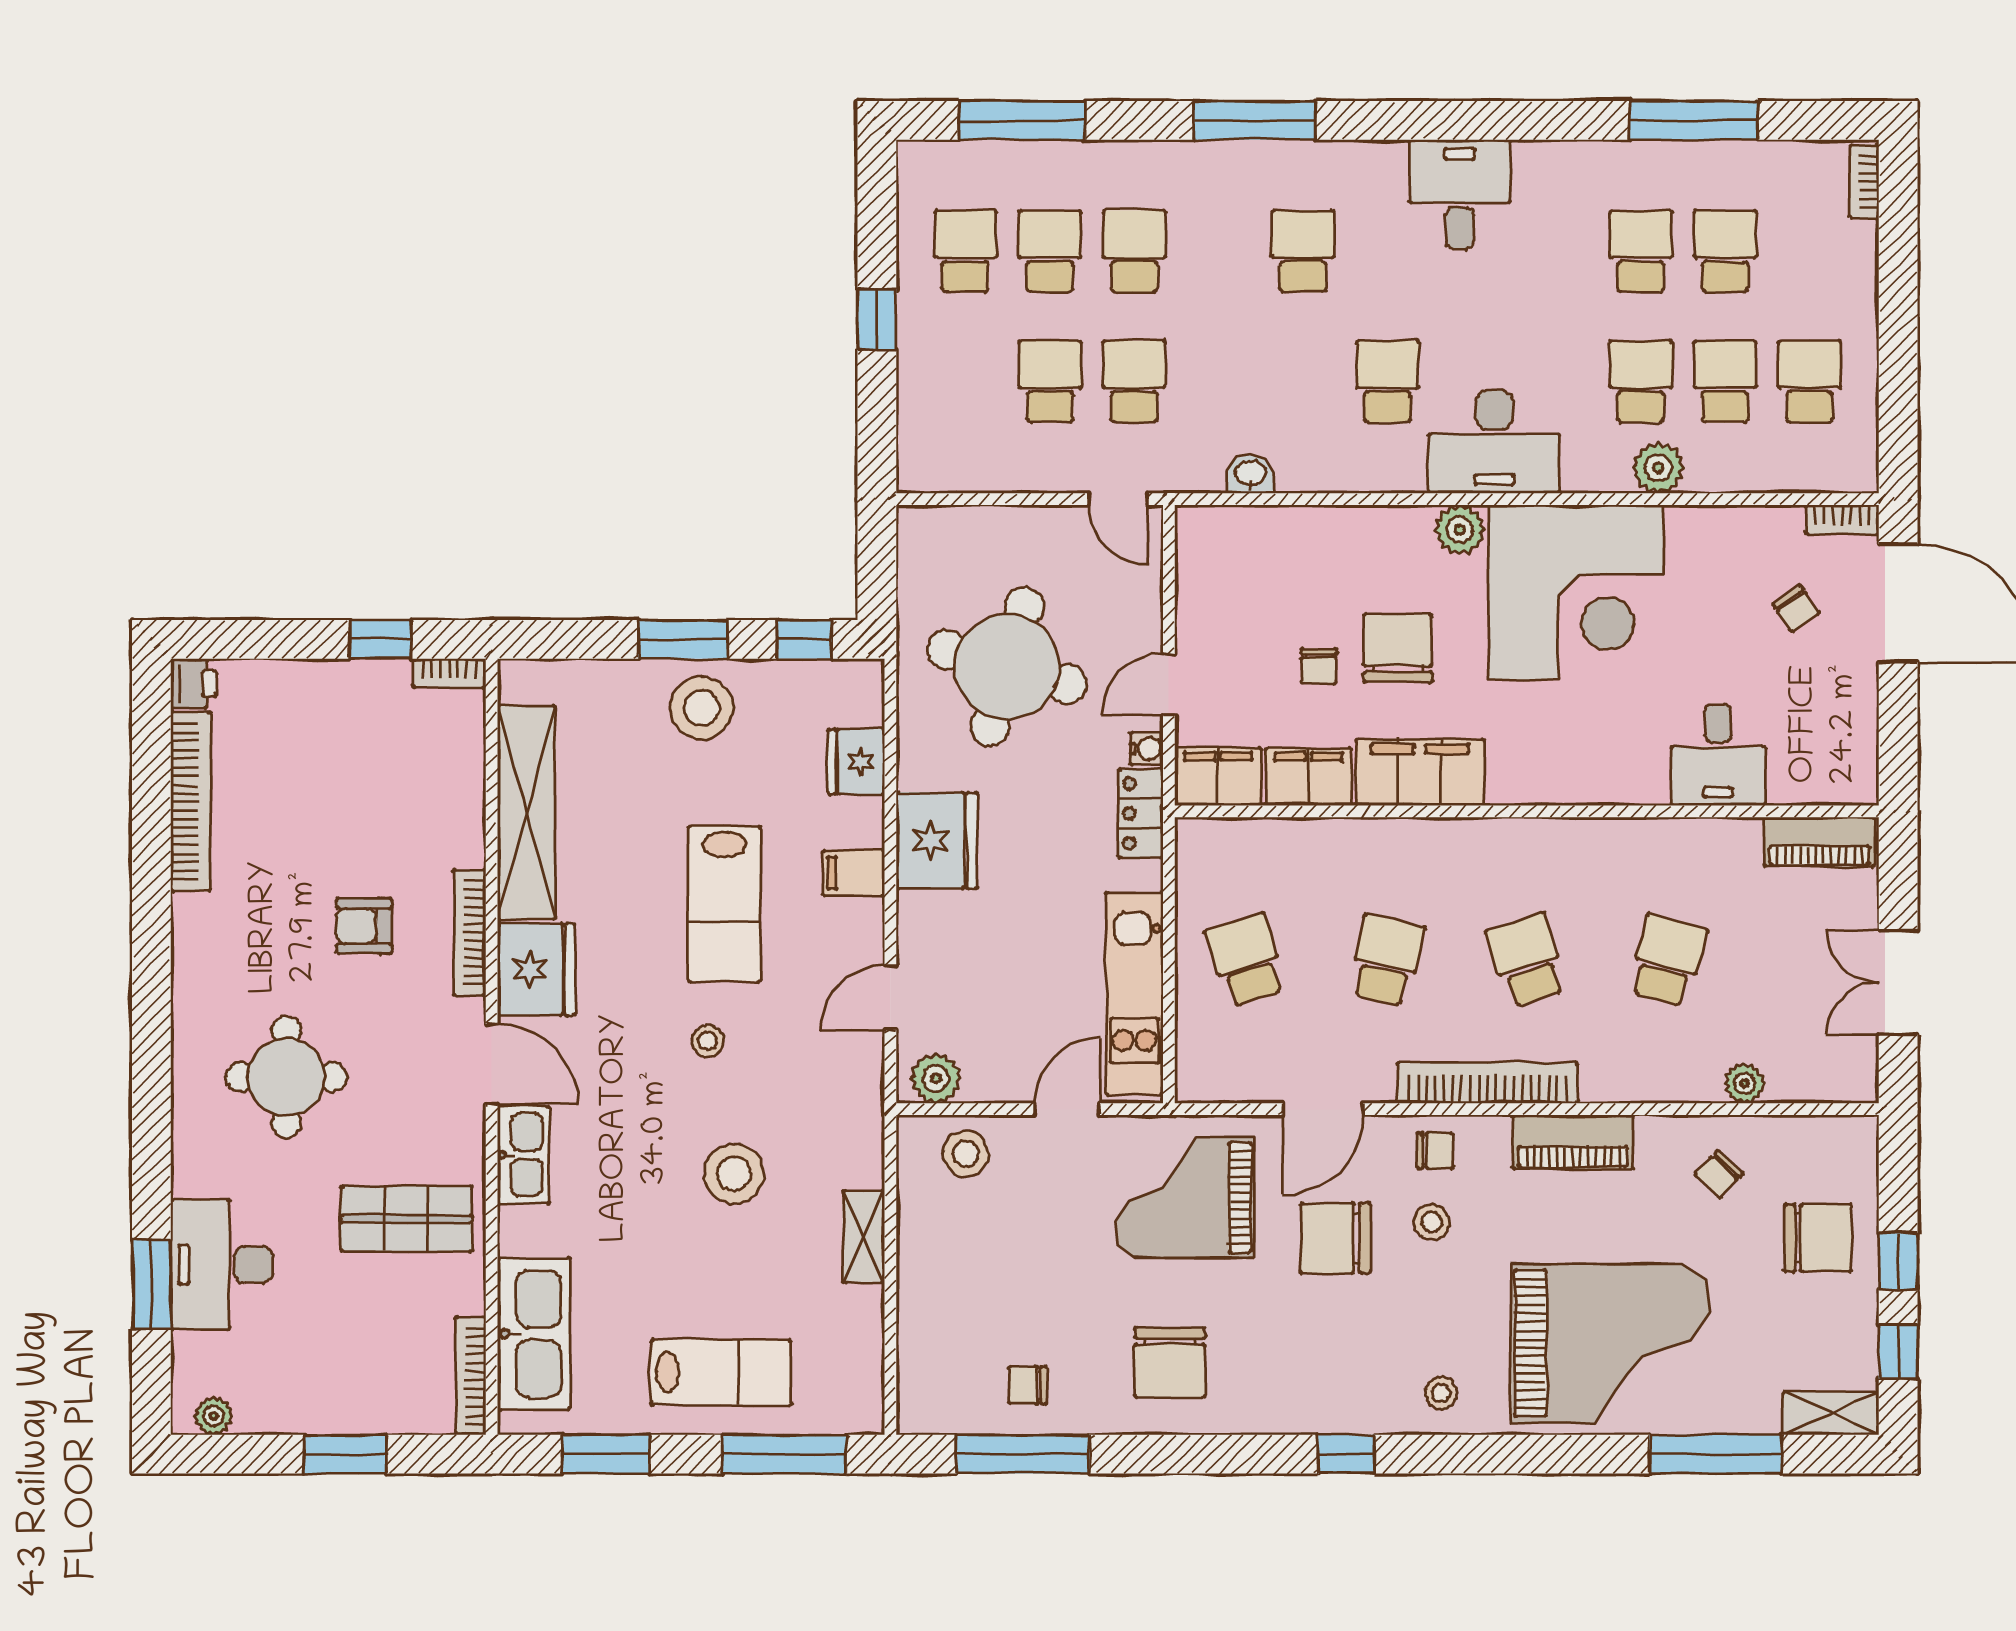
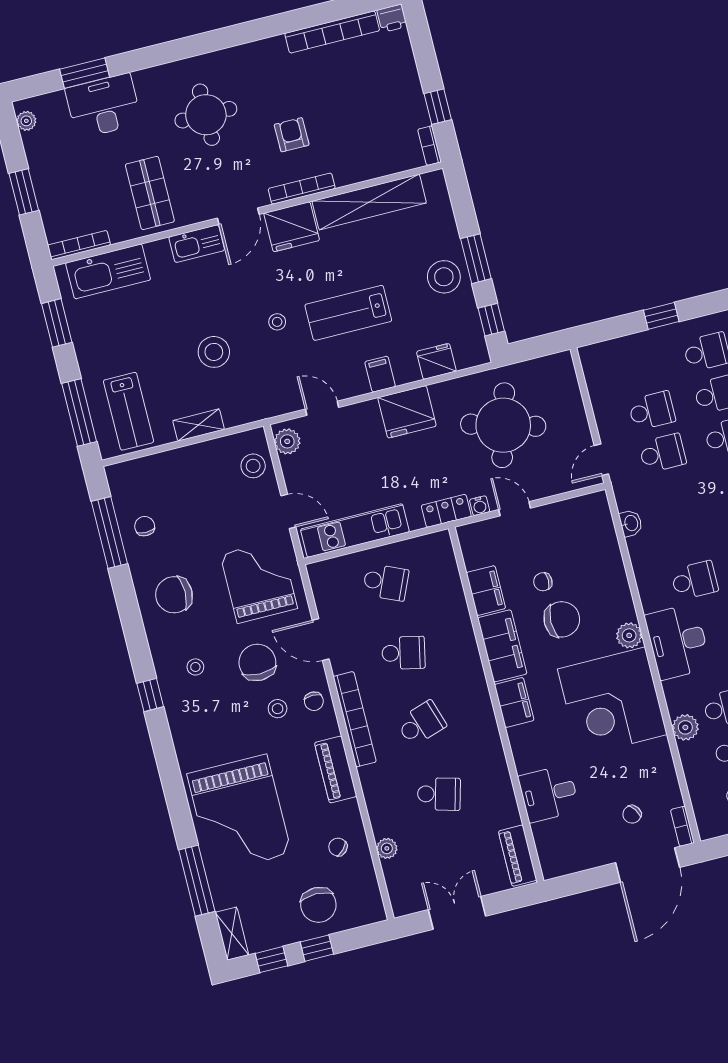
filing cabinet: (1218, 777) -> (514, 703), moved
school desk: (1246, 960) -> (386, 582), turned 42
lab bench: (721, 1372) -> (129, 411), moved
stool: (1441, 1393) -> (195, 667), moved

